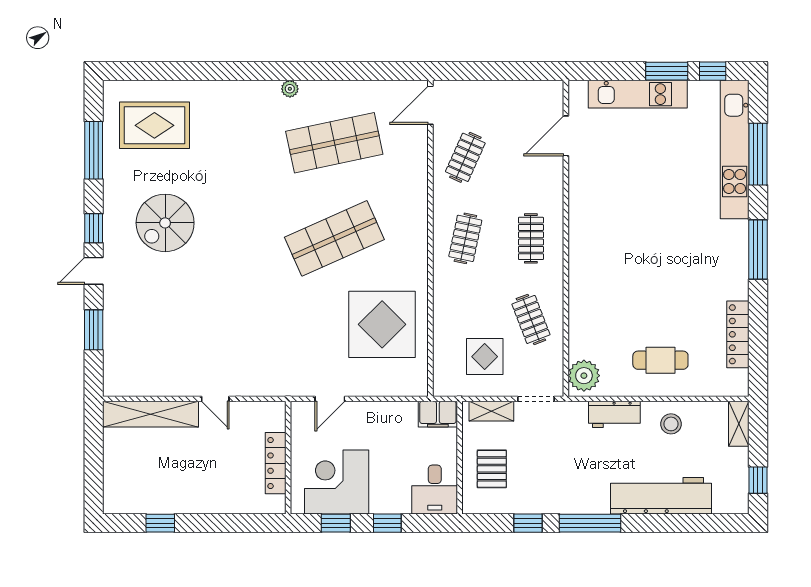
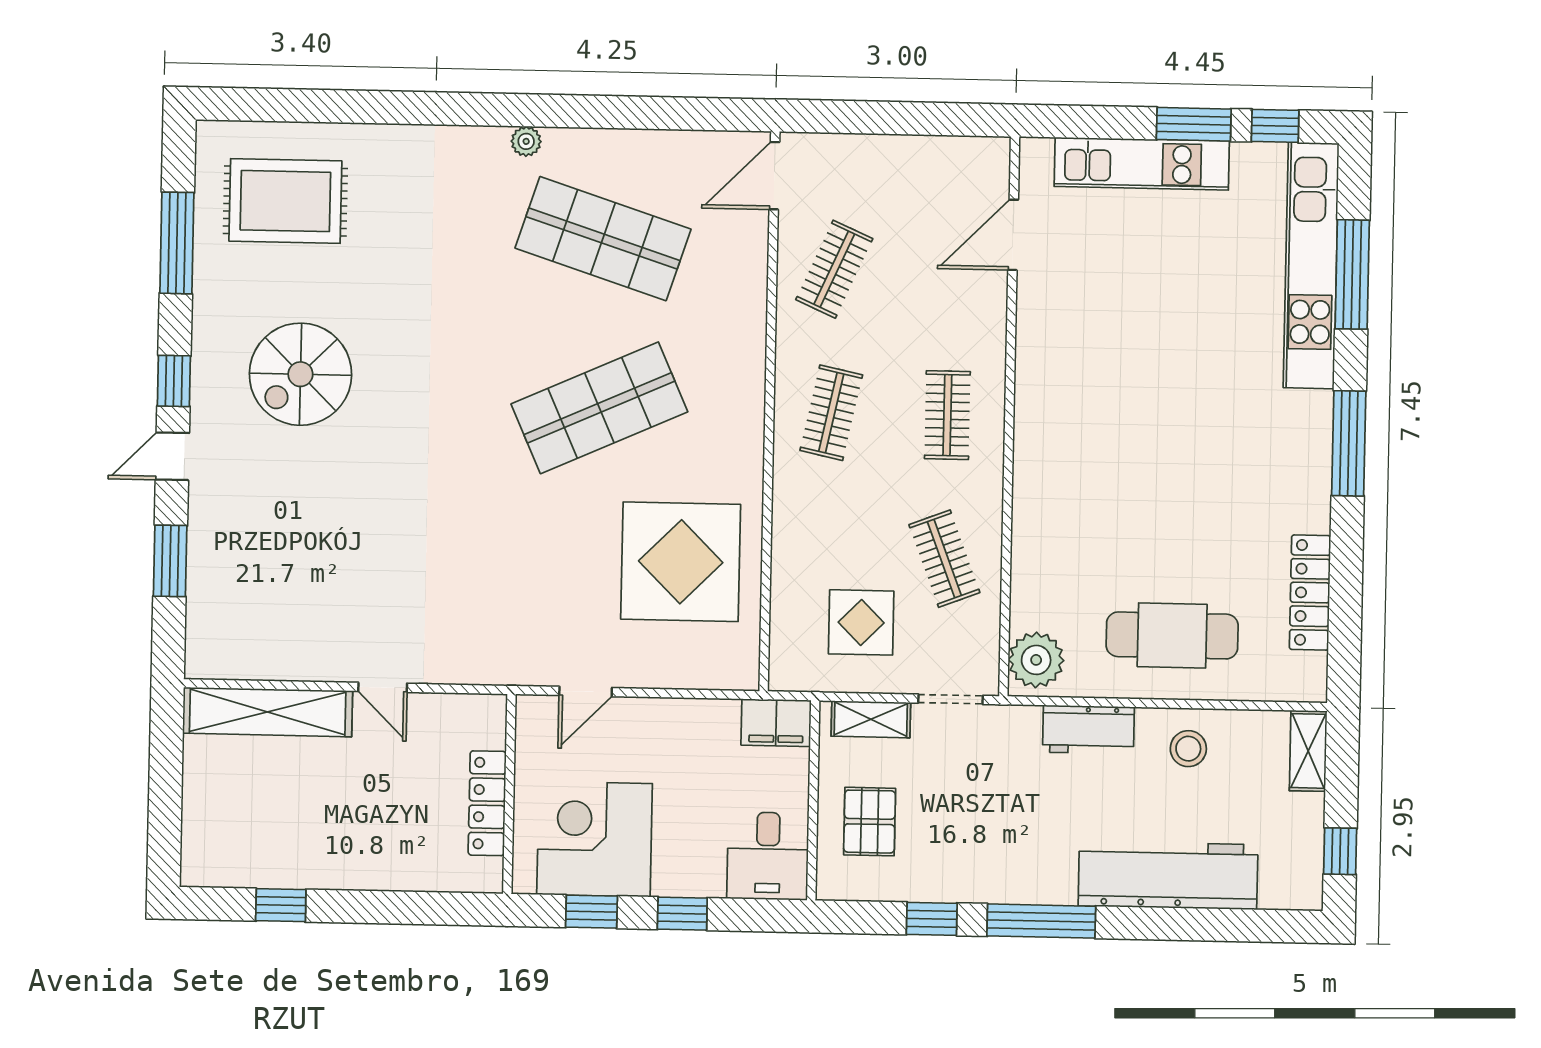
shop shelf: (334, 143) -> (603, 239), turned 30
cafe table: (660, 360) -> (1172, 635), width x1.37, depth x1.35

